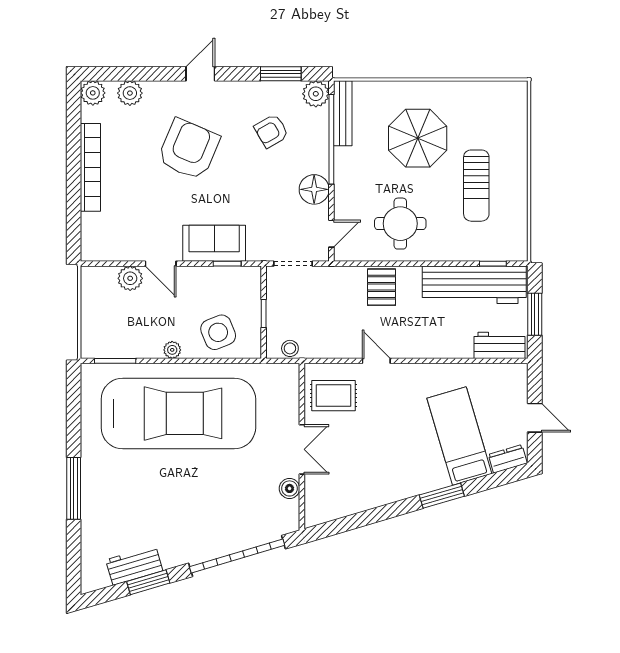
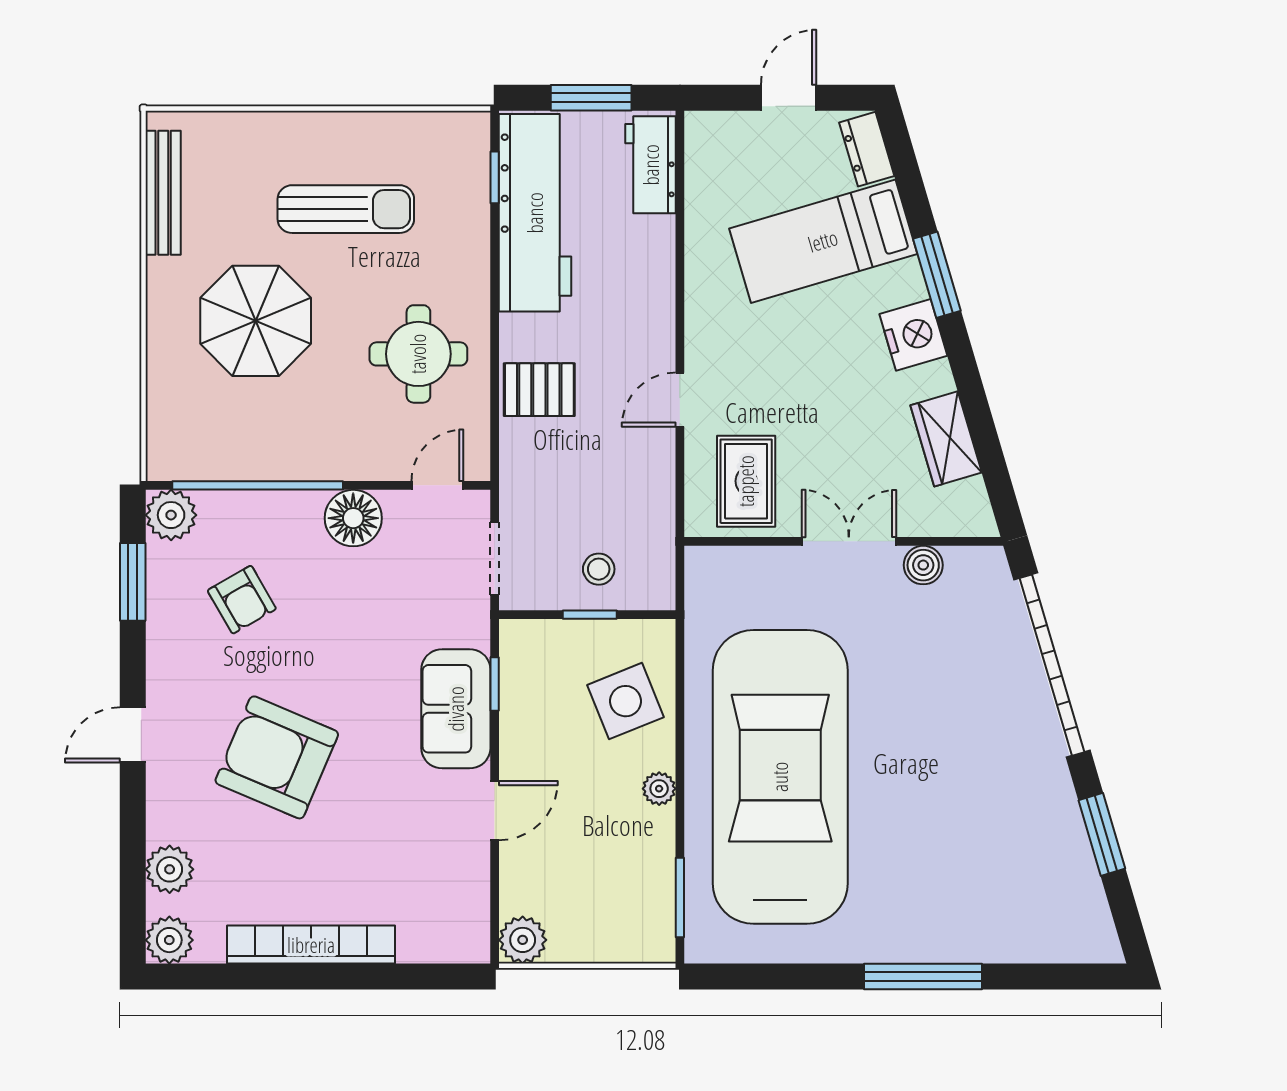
door: (200, 74) -> (133, 735), hinge flipped
bench: (343, 113) -> (163, 193), moved, turned 90
door: (331, 234) -> (437, 485), hinge flipped
plant: (130, 278) -> (523, 940), moved
stool: (290, 348) -> (599, 569), moved
nightstand: (410, 483) -> (913, 335), added
wardrobe: (356, 500) -> (946, 439), added
workbench: (134, 565) -> (1070, 861), removed

